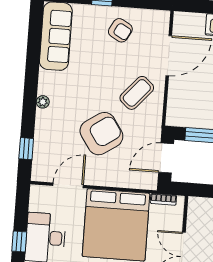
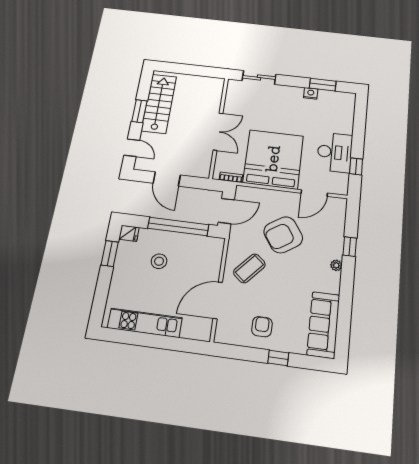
armchair: (120, 30) -> (262, 327), turned 61
window: (26, 149) -> (350, 247), moved
window: (19, 242) -> (356, 166), moved

